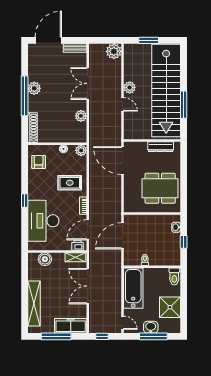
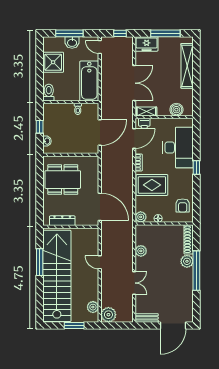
double door: (88, 83) -> (134, 283), width x0.73
plant: (130, 87) -> (93, 307), moved
plant: (34, 88) -> (187, 261), moved
rug: (70, 183) -> (152, 185), width x1.36, depth x1.43
freezer: (71, 326) -> (147, 44), width x0.71

